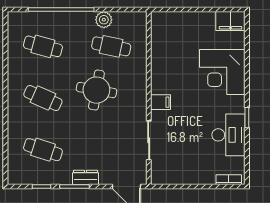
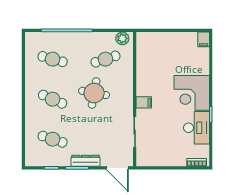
plant: (104, 20) -> (122, 38), moved
filing cabinet: (230, 21) -> (204, 39), width x0.50
cafe table: (111, 46) -> (105, 59), turned -30
corner desk: (222, 72) -> (192, 93), moved
dresser: (85, 177) -> (86, 161), width x1.44

